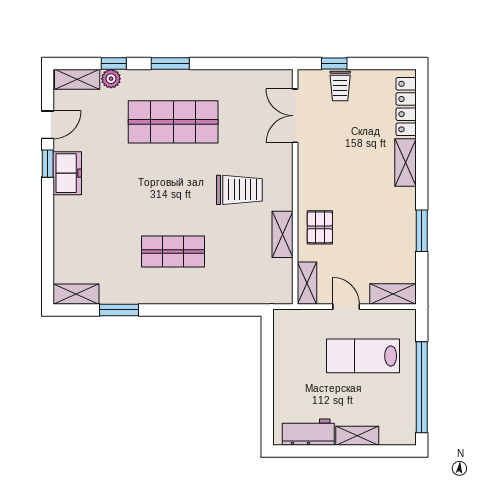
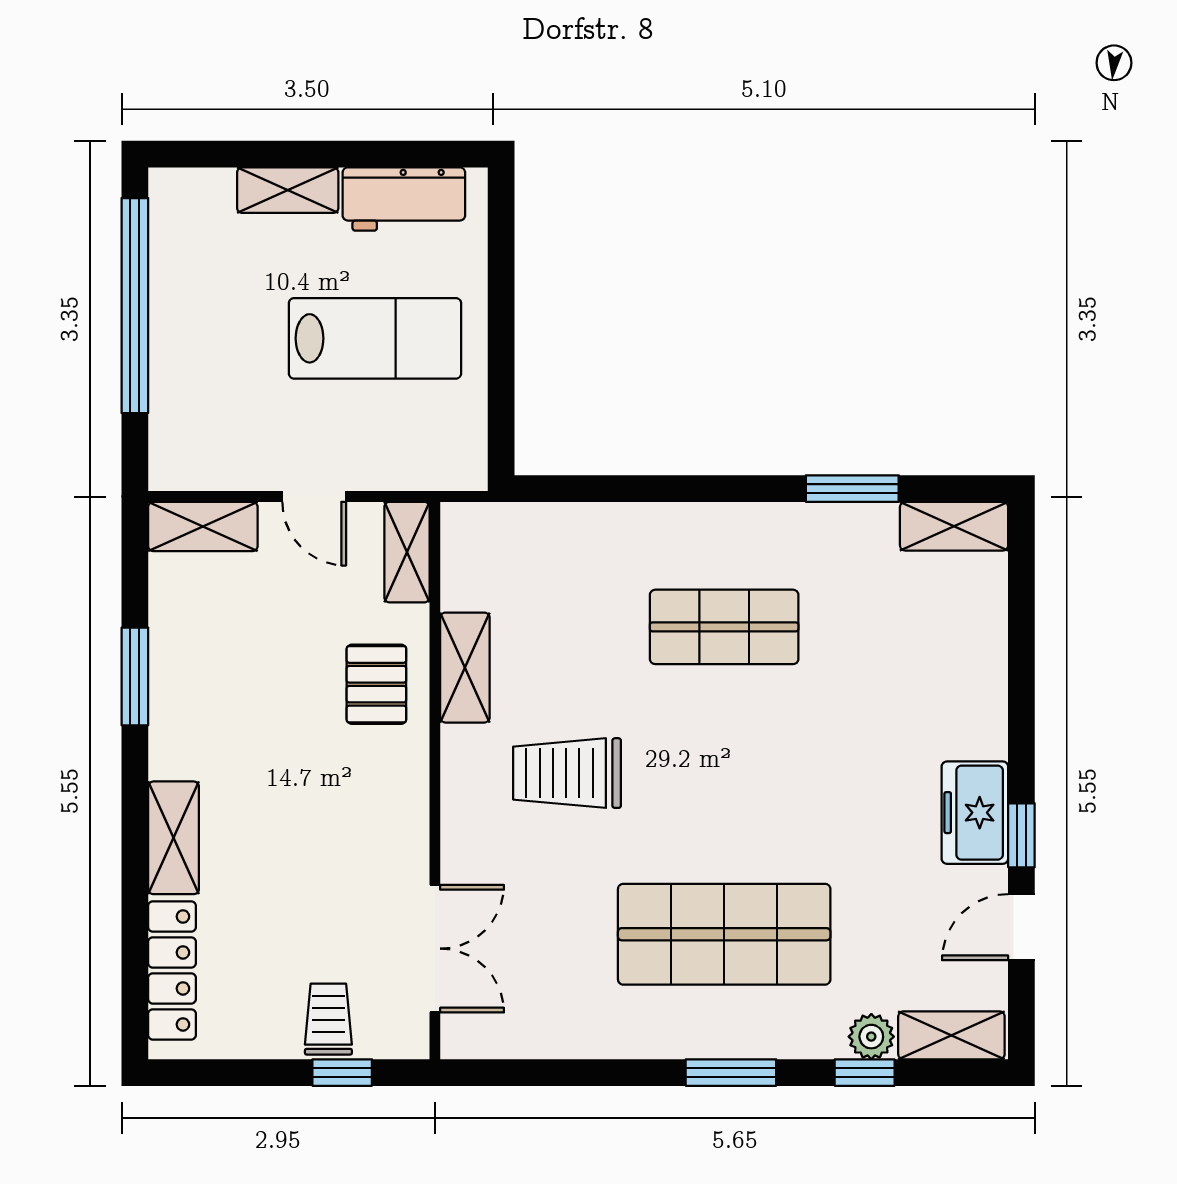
lab bench: (363, 356) -> (375, 338), moved

